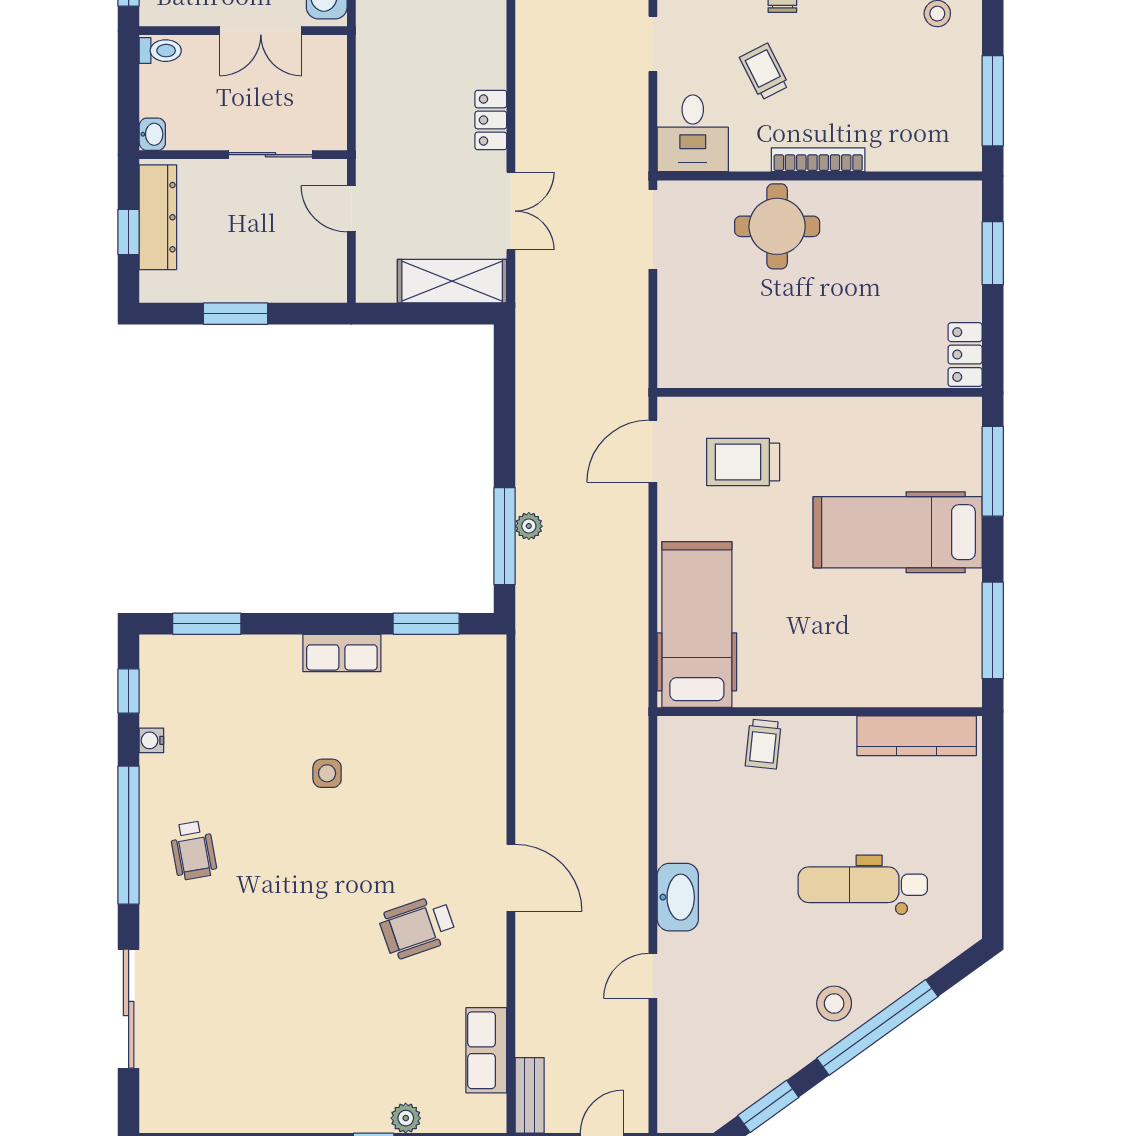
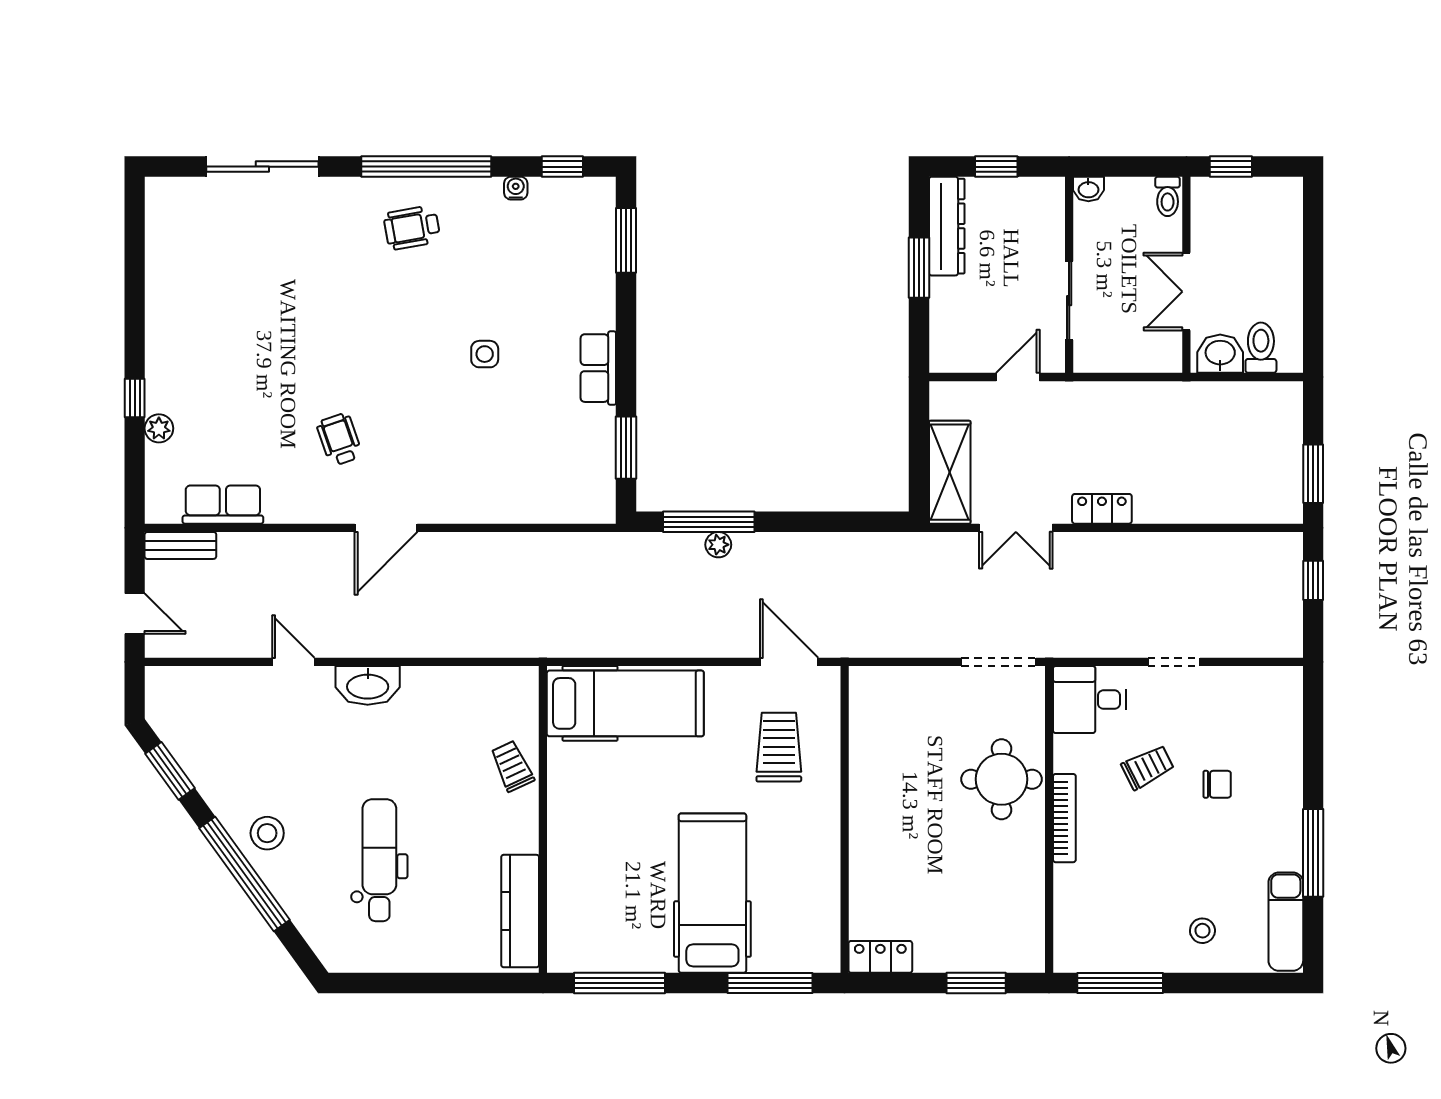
dresser: (158, 217) -> (947, 226), moved, turned -90
trolley: (763, 744) -> (512, 766), turned 59
wheelchair: (417, 927) -> (339, 439), width x0.73, depth x0.73

